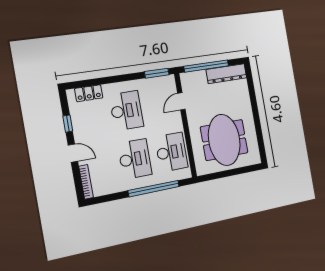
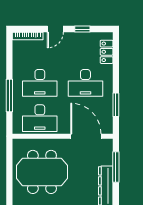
window: (206, 66) -> (116, 167), width x0.68
window: (157, 73) -> (116, 105), moved
door: (181, 101) -> (86, 136), width x1.88
window: (154, 189) -> (9, 96), width x0.68

